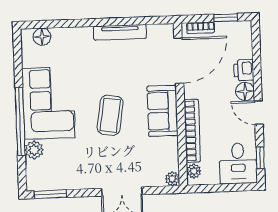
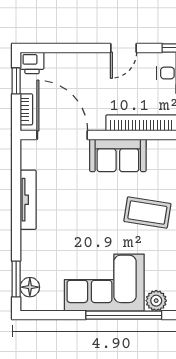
window: (49, 24) -> (16, 279), added
printer: (244, 70) -> (32, 63), moved
floor lamp: (245, 91) -> (99, 62), removed
coffee table: (110, 115) -> (147, 213), moved

